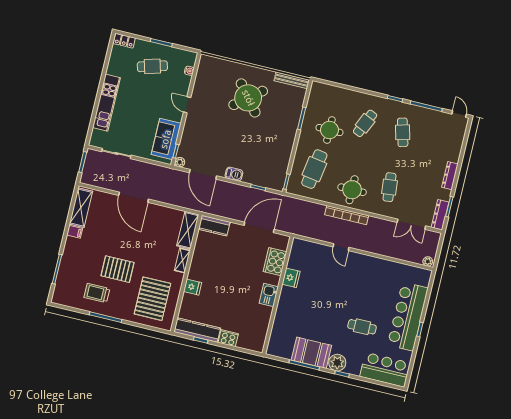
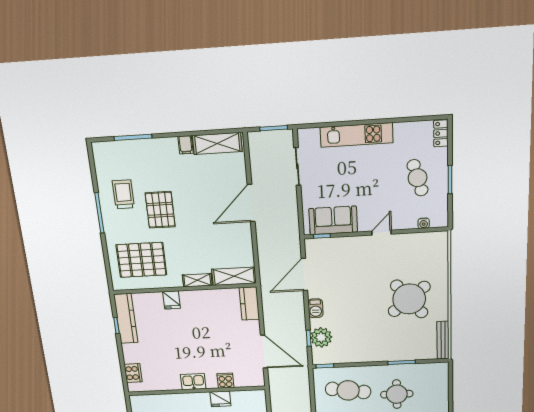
plant: (180, 162) -> (321, 337), moved, width x1.87, depth x1.87
cooker: (275, 262) -> (225, 381), width x0.53, depth x0.76
cooker: (228, 338) -> (133, 373), moved

